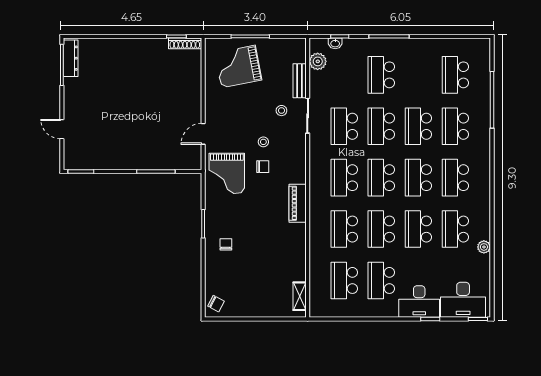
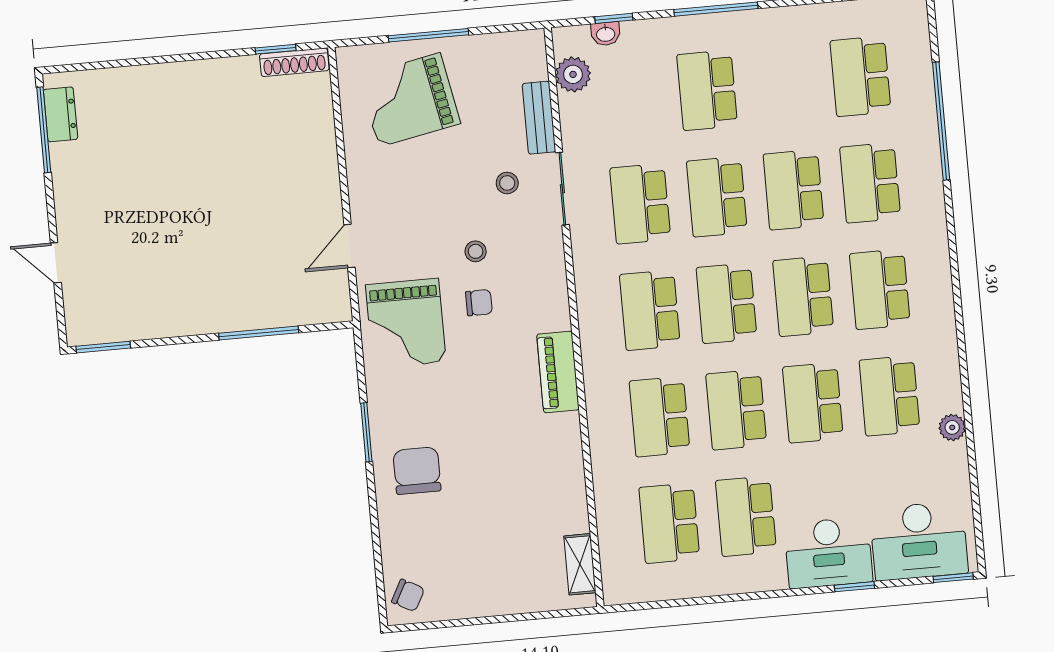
dresser: (71, 58) -> (61, 114), width x0.70
chair: (226, 244) -> (417, 471), width x1.87, depth x1.87

